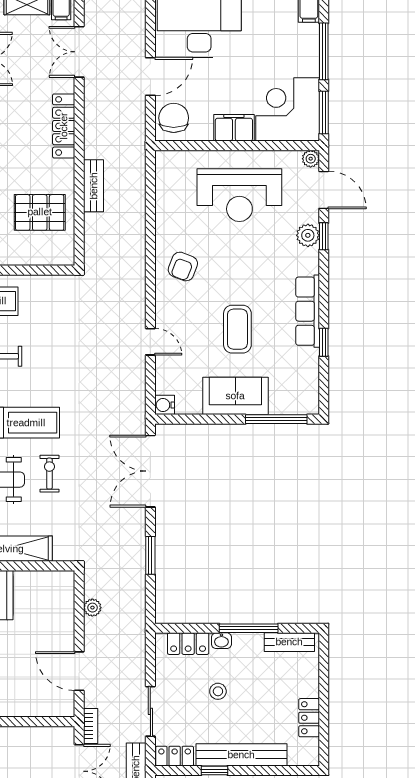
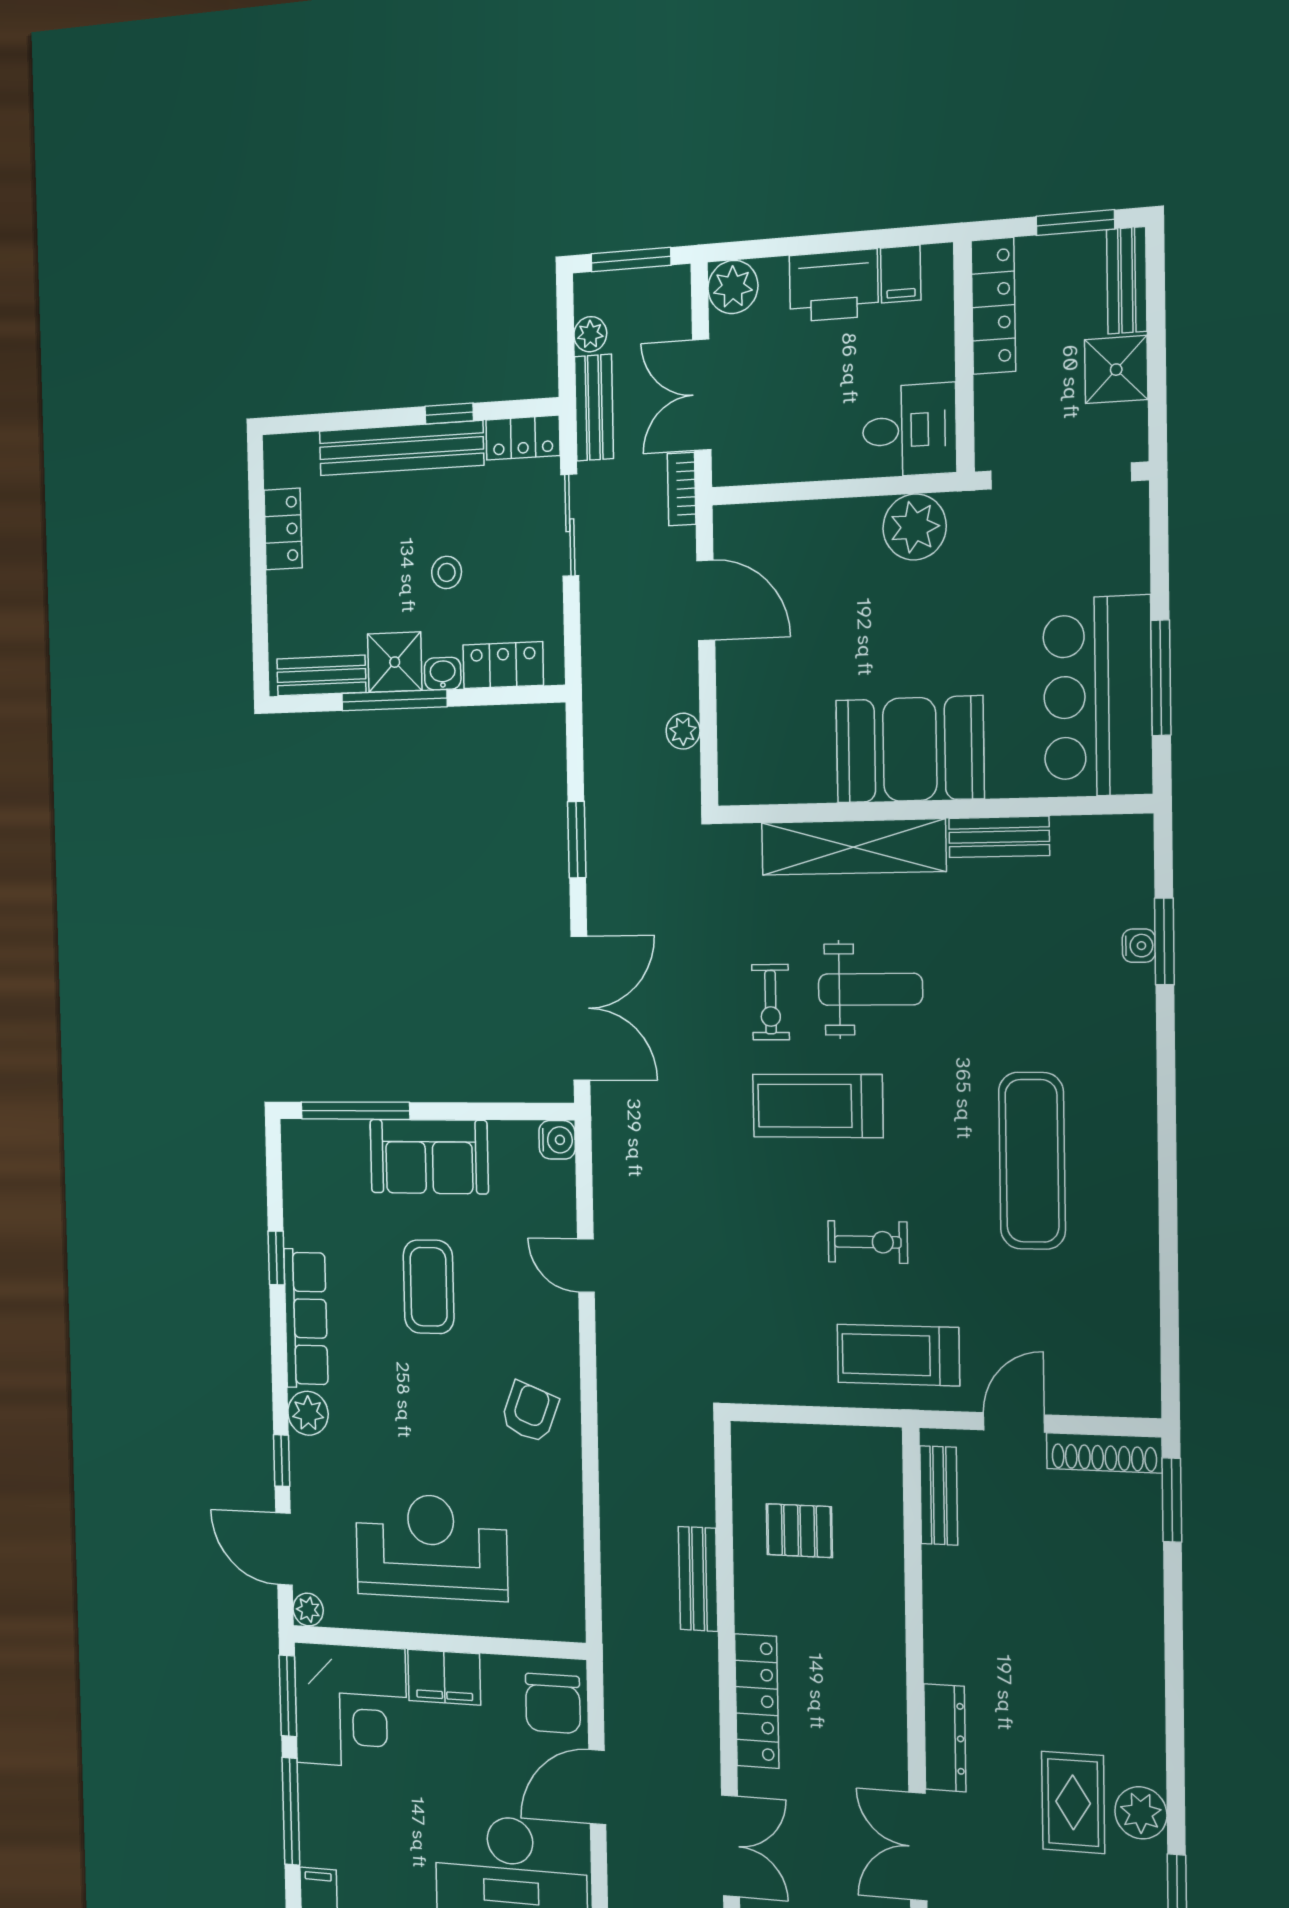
pallet: (40, 212) -> (799, 1531), width x0.67, depth x0.71
plant: (308, 235) -> (308, 1413), moved
shower: (248, 647) -> (395, 662), added

